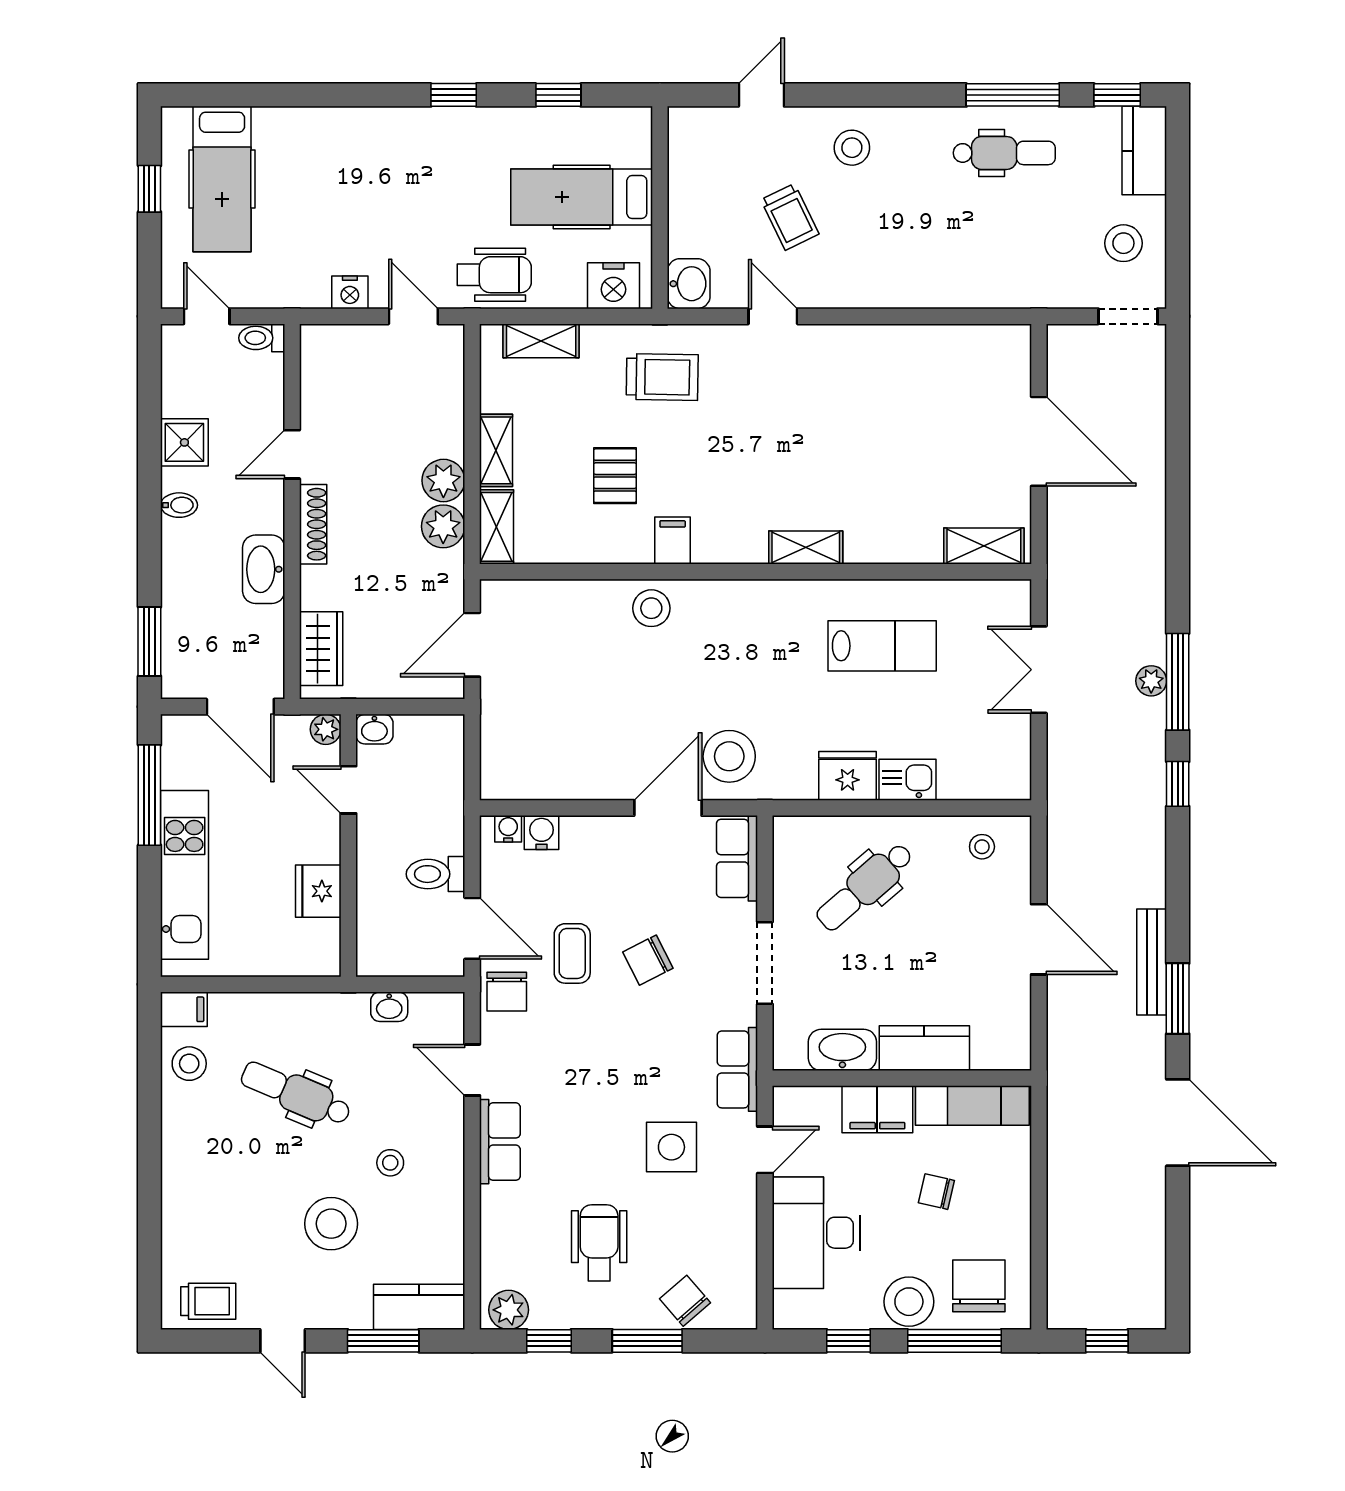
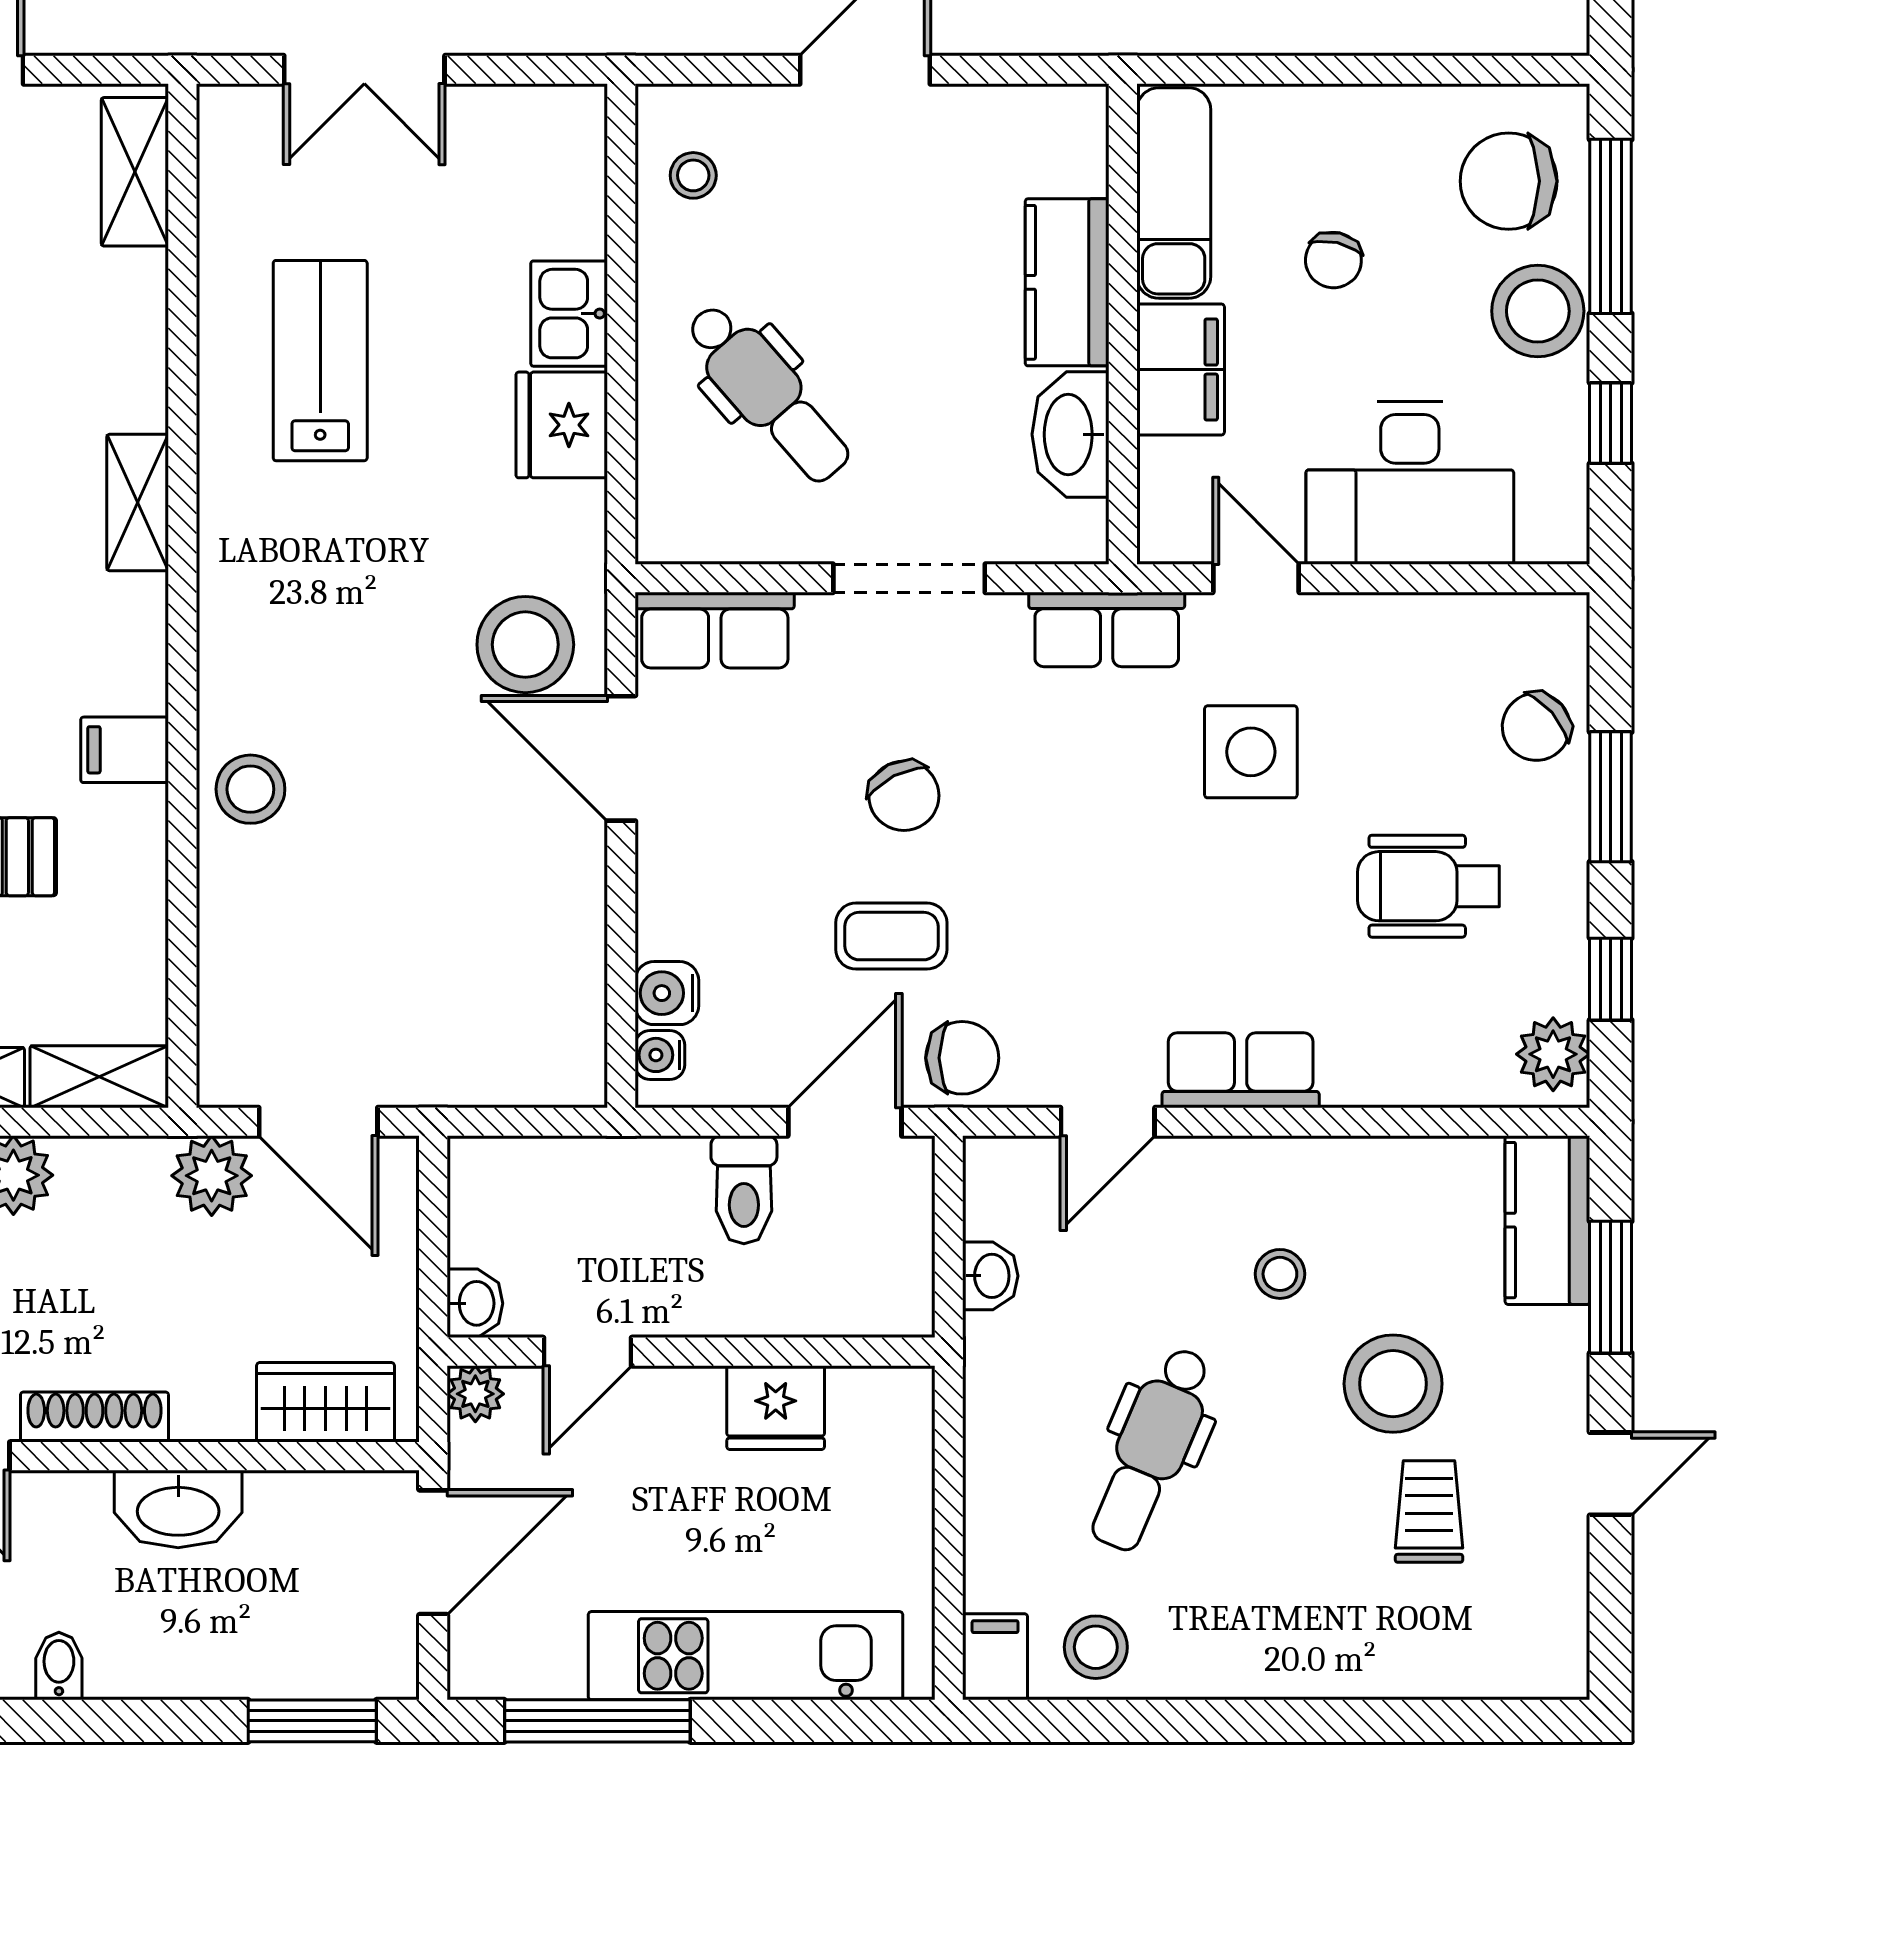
plant: (443, 526) -> (212, 1176), moved
trolley: (208, 1301) -> (1429, 1512), moved

